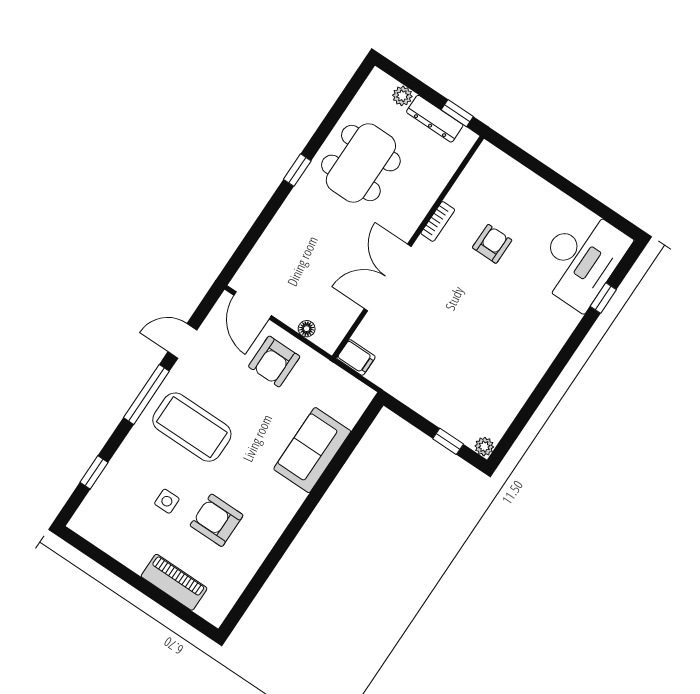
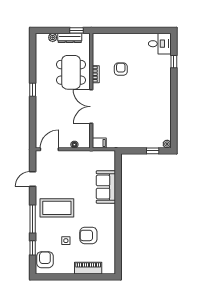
dining table: (361, 163) -> (71, 72), moved
desk: (581, 259) -> (160, 44), width x0.53, depth x0.77
door: (253, 305) -> (49, 149), swing flipped
armchair: (274, 362) -> (45, 260), moved, turned 180
window: (146, 394) -> (33, 219), moved

